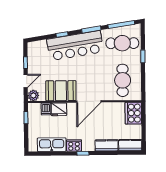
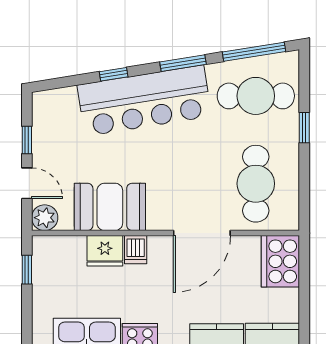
door: (26, 81) -> (27, 183), hinge flipped
door: (89, 102) -> (202, 233), moved
dishwasher: (46, 109) -> (136, 250), moved

